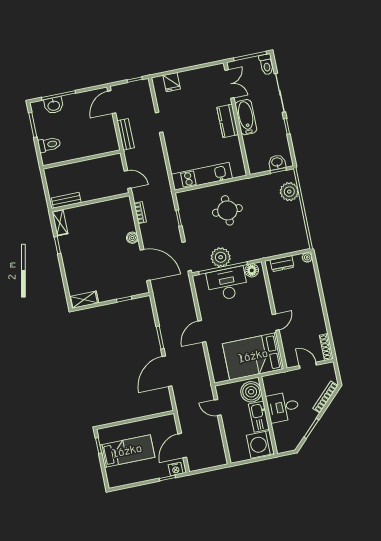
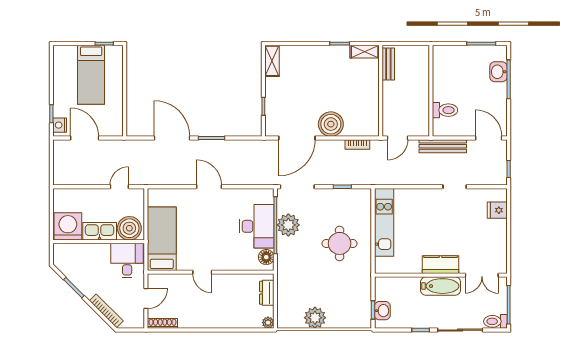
bench: (126, 134) -> (443, 146), width x1.36
toilet: (49, 145) -> (445, 110), moved, turned -90
plant: (289, 192) -> (315, 318), moved
boiler: (132, 238) -> (331, 124), width x1.86, depth x1.86
bed: (253, 356) -> (162, 239), width x0.67
desk: (283, 407) -> (127, 260), moved

